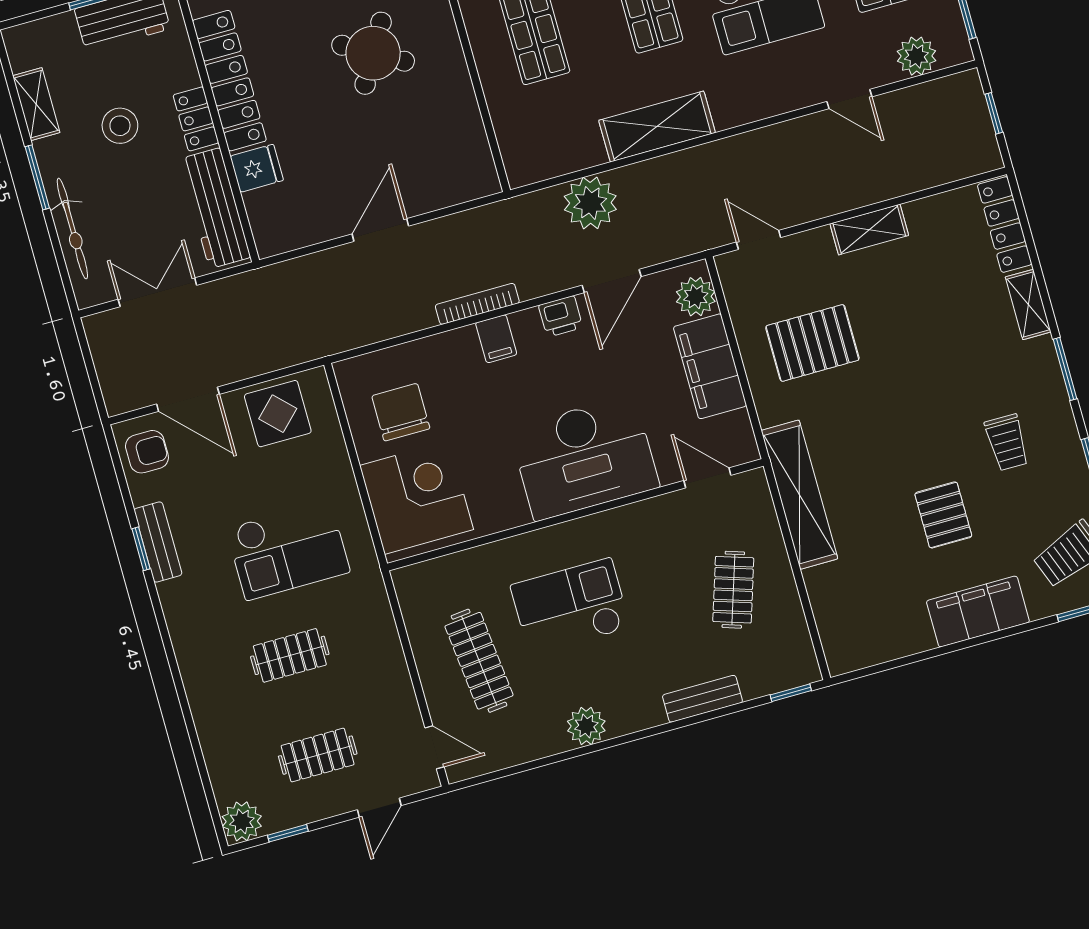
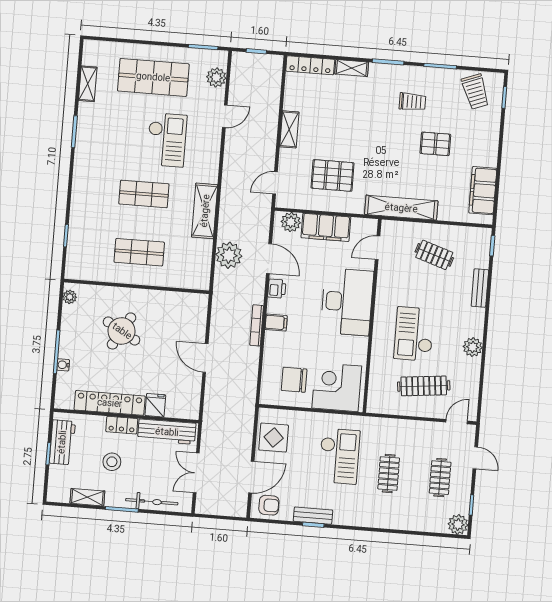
pallet: (812, 343) -> (333, 175), turned 90
armchair: (147, 452) -> (269, 505), turned 90
filing cabinet: (978, 612) -> (483, 191), moved

